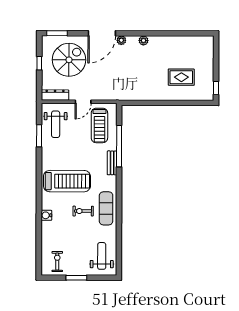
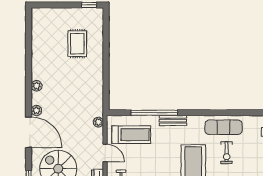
plant: (111, 96) -> (98, 122), added

